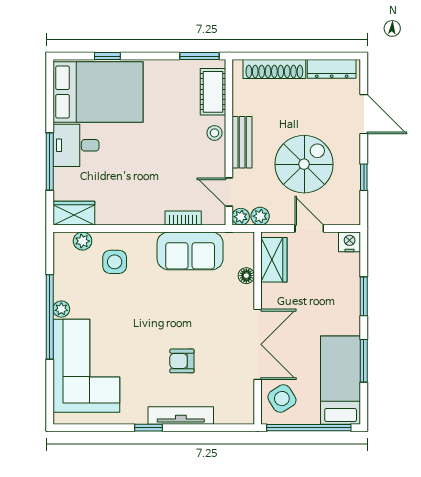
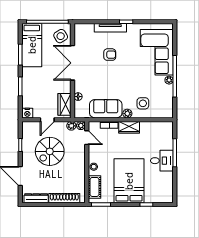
bed: (98, 92) -> (129, 181), moved, turned 90
bench: (242, 142) -> (80, 162), removed
wardrobe: (74, 213) -> (129, 127), moved
door: (309, 229) -> (47, 120), hinge flipped
plant: (83, 241) -> (127, 114), moved

